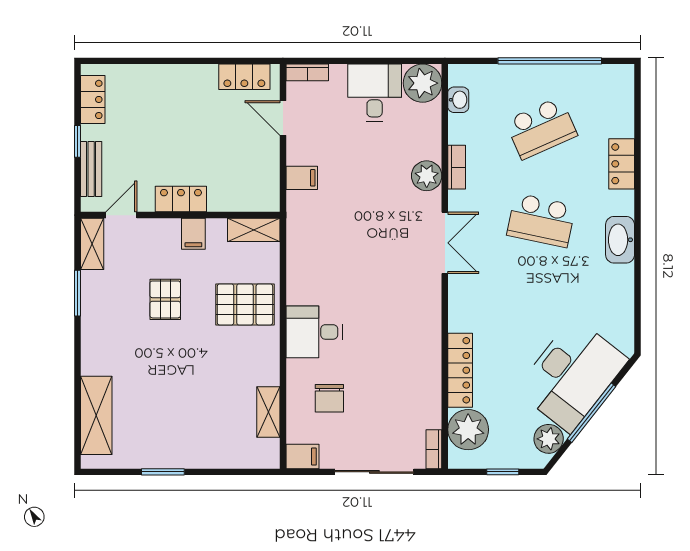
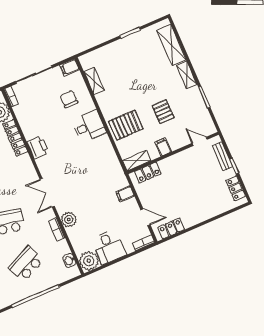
locker: (181, 199) -> (148, 173), moved
door: (121, 215) -> (200, 141), swing flipped
shelving: (92, 244) -> (187, 75), moved
printer: (425, 334) -> (38, 147), added

